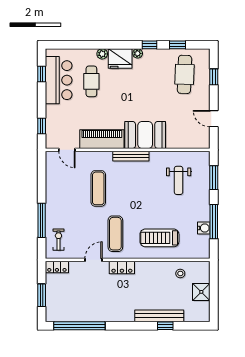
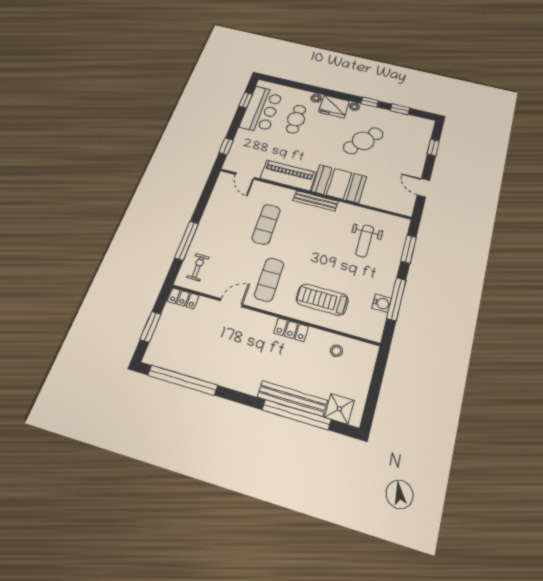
cafe table: (184, 74) -> (363, 141), moved, turned 38
locker: (122, 268) -> (291, 330), moved
shower: (201, 292) -> (339, 409), moved
window: (165, 326) -> (296, 415), width x3.17

